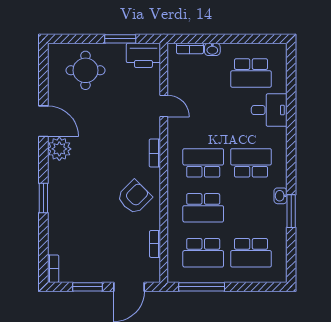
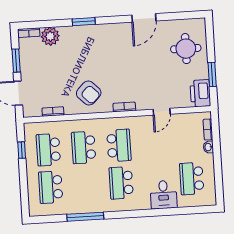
plant: (59, 149) -> (50, 36), moved
school desk: (251, 163) -> (121, 183), turned 180
washbasin: (280, 196) -> (97, 208), removed
window: (291, 211) -> (85, 217), width x1.44
window: (202, 287) -> (22, 150), width x0.46

